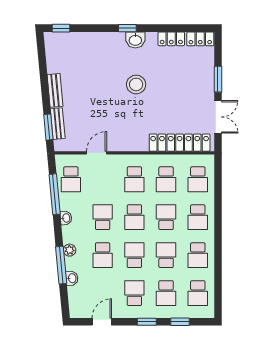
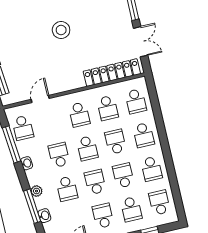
school desk: (198, 293) -> (159, 203), turned 180

